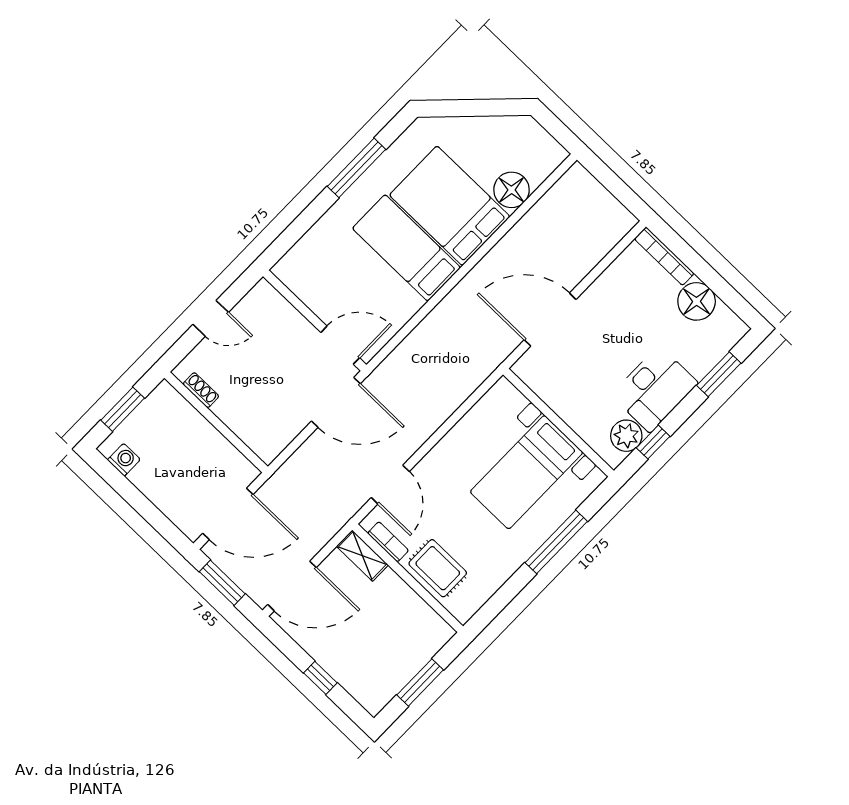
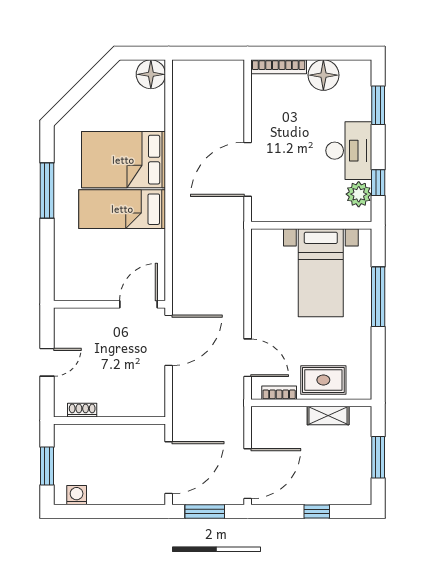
floor lamp: (511, 190) -> (151, 74), moved
shelving: (362, 556) -> (328, 416), moved

